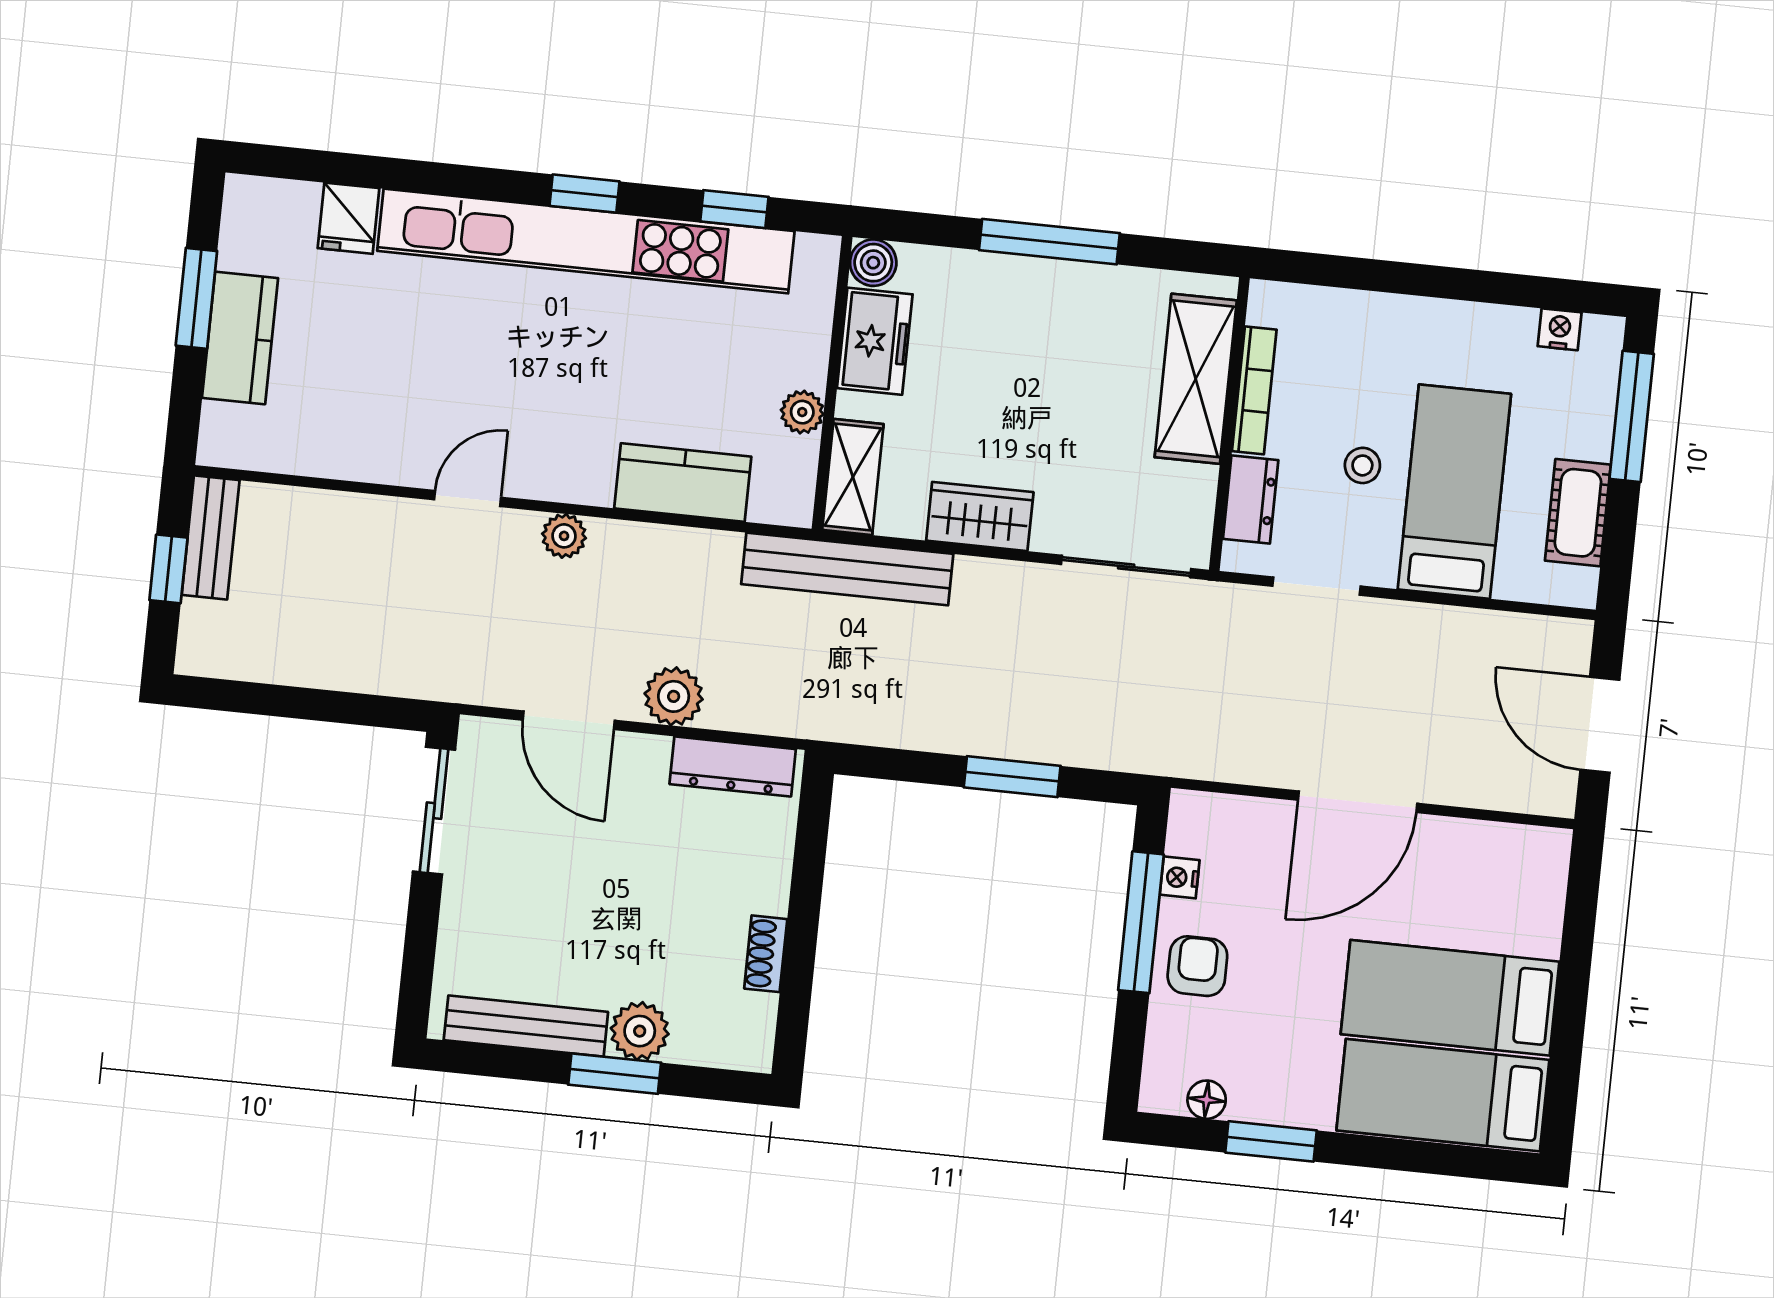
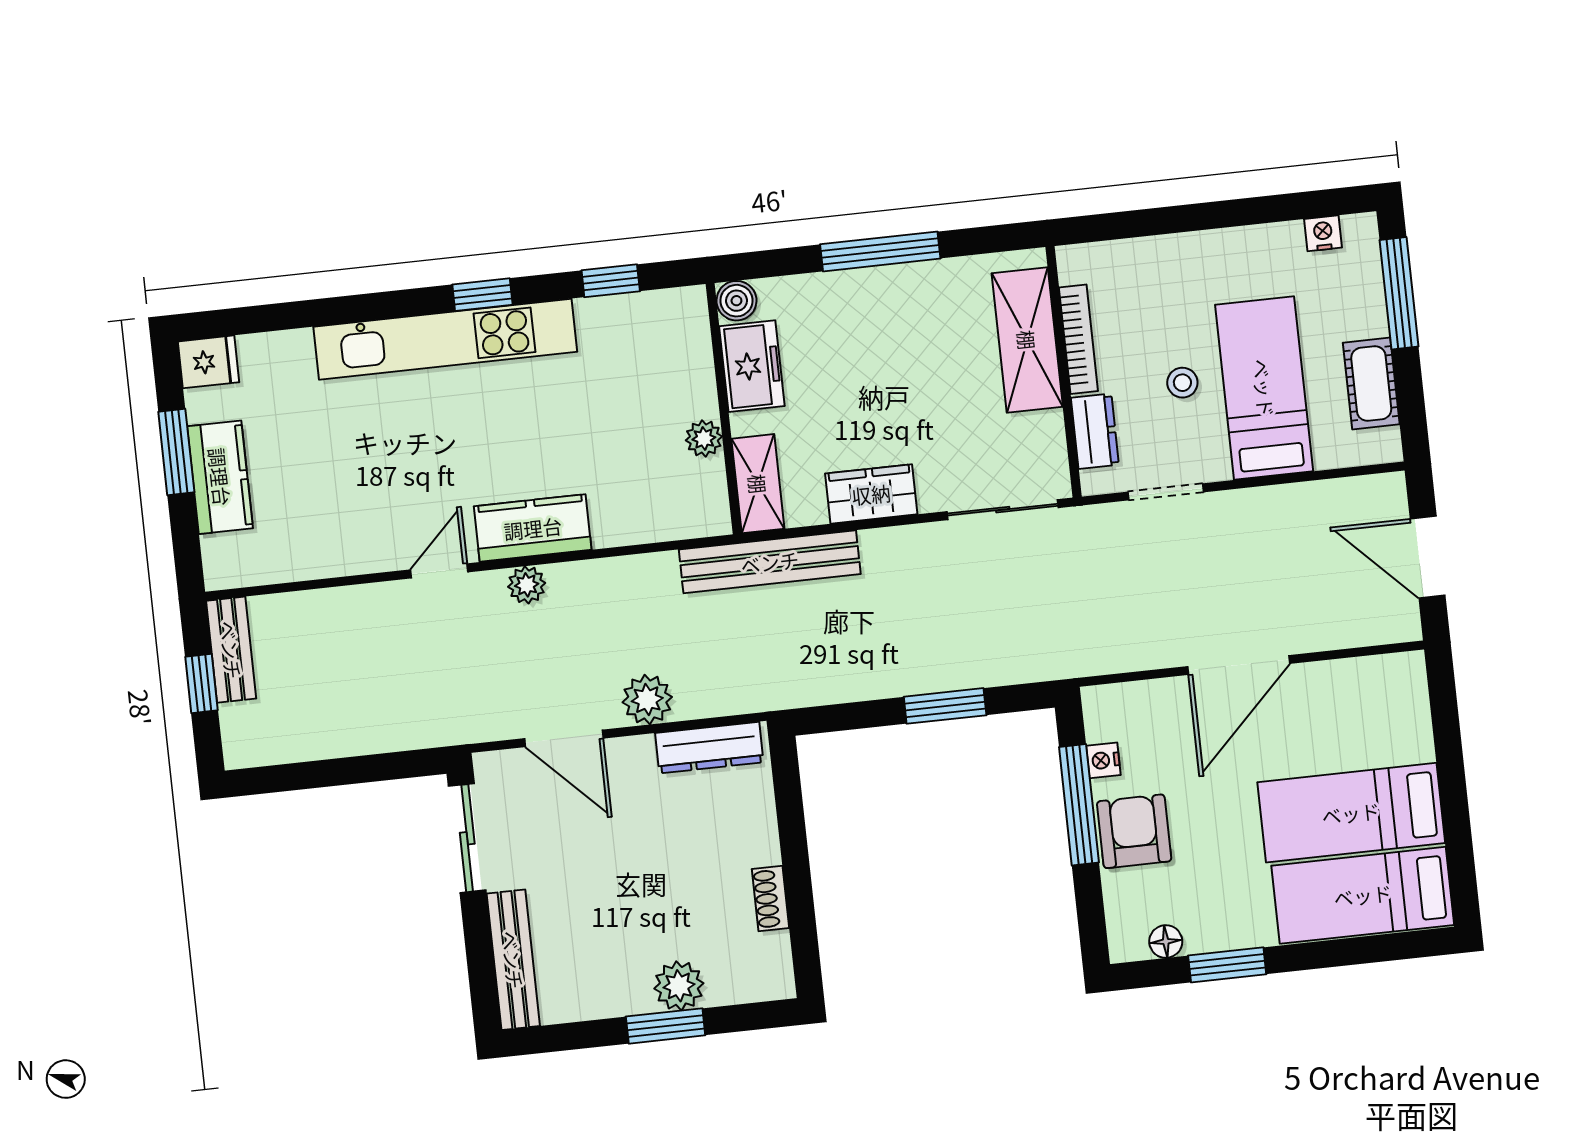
fridge: (348, 218) -> (209, 362), moved, turned -90
kitchen unit: (586, 241) -> (445, 339), width x0.73
kitchen counter: (683, 482) -> (533, 528), moved
armchair: (1197, 966) -> (1134, 831), width x1.38, depth x1.38
bench: (526, 1026) -> (513, 960), moved, turned 90

